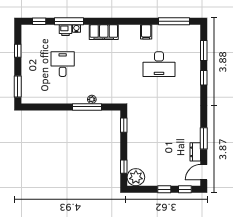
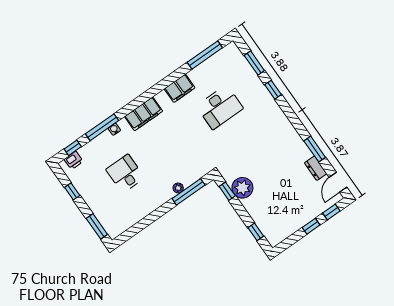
printer: (66, 30) -> (74, 160), moved
filing cabinet: (146, 32) -> (180, 88), width x2.00
window: (87, 107) -> (189, 192), moved
plant: (136, 177) -> (242, 188), moved

